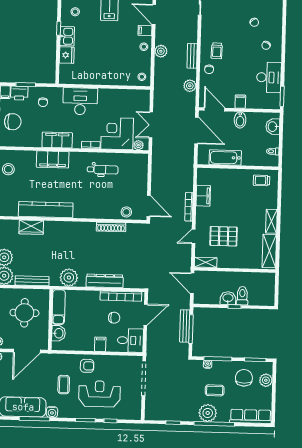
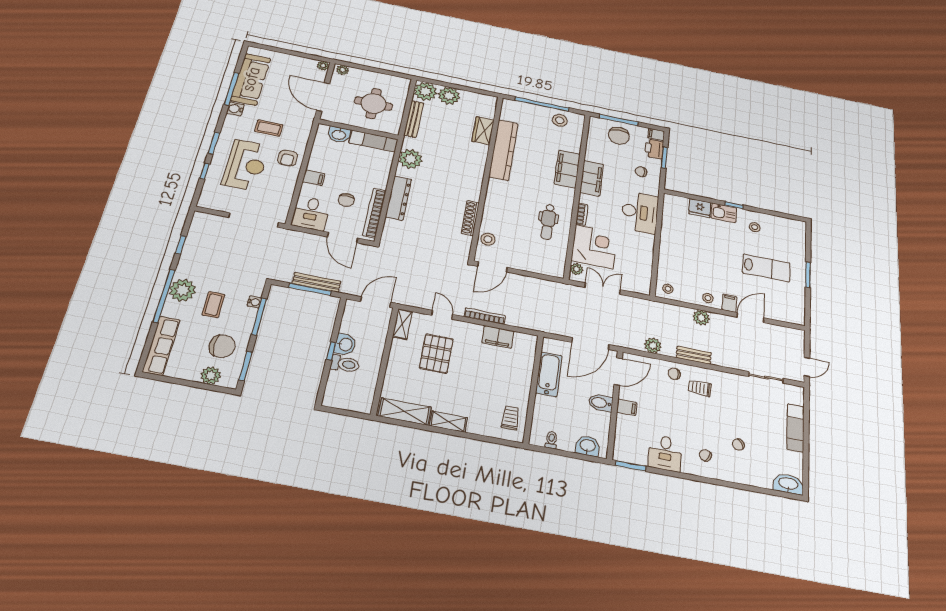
desk: (269, 77) -> (665, 453), width x0.73

